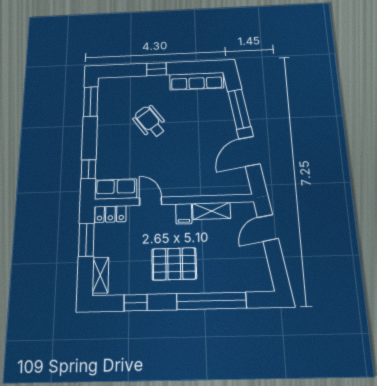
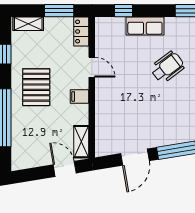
door: (249, 151) -> (135, 157), swing flipped
row of seats: (116, 189) -> (145, 26), moved, turned 90
door: (151, 201) -> (92, 67), hinge flipped
shelving: (212, 211) -> (81, 142), moved

